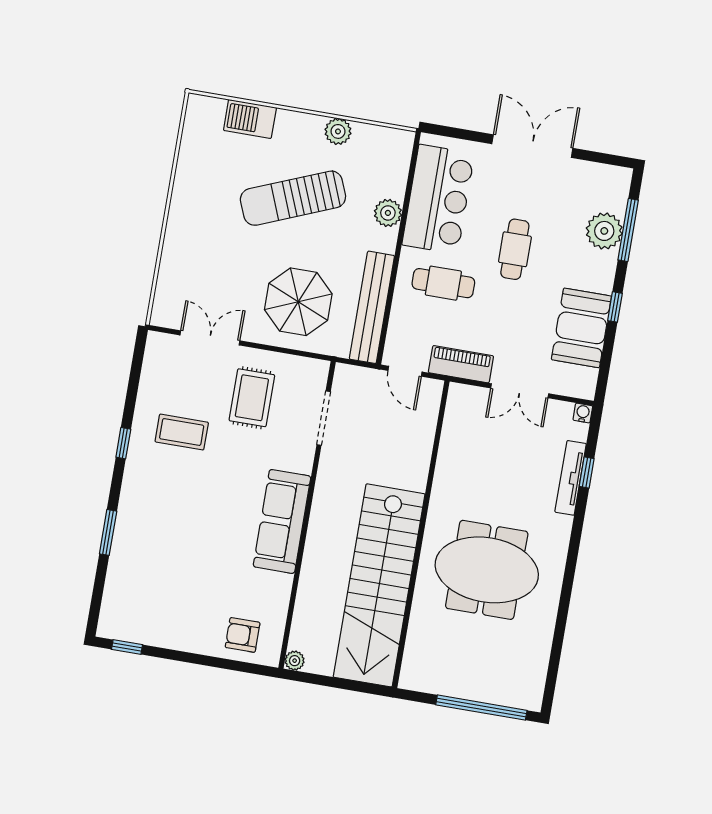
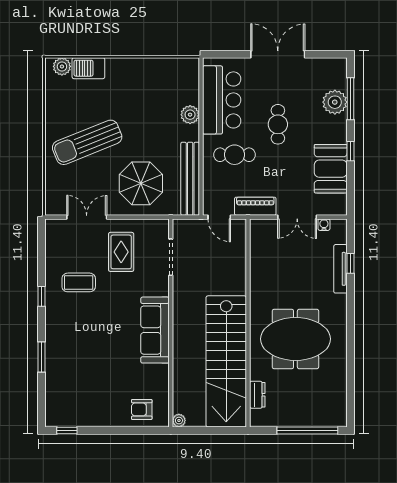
plant: (338, 131) -> (62, 66), moved
sun lounger: (293, 198) -> (87, 142), moved
water cooler: (583, 413) -> (324, 225), moved
dresser: (416, 642) -> (257, 395), added

